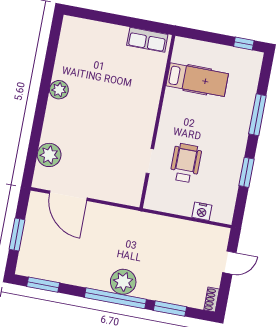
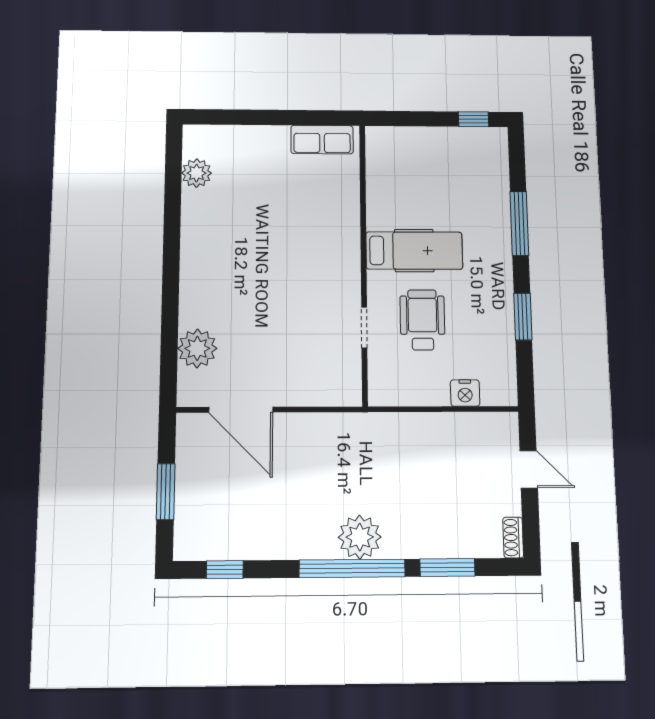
hospital bed: (197, 80) -> (414, 251), moved
plant: (59, 90) -> (197, 173), moved
door: (229, 263) -> (529, 469), hinge flipped
window: (43, 285) -> (225, 570), width x0.67

